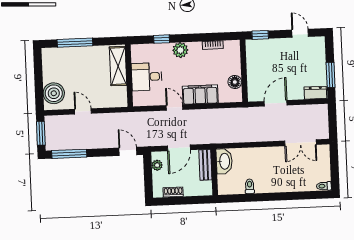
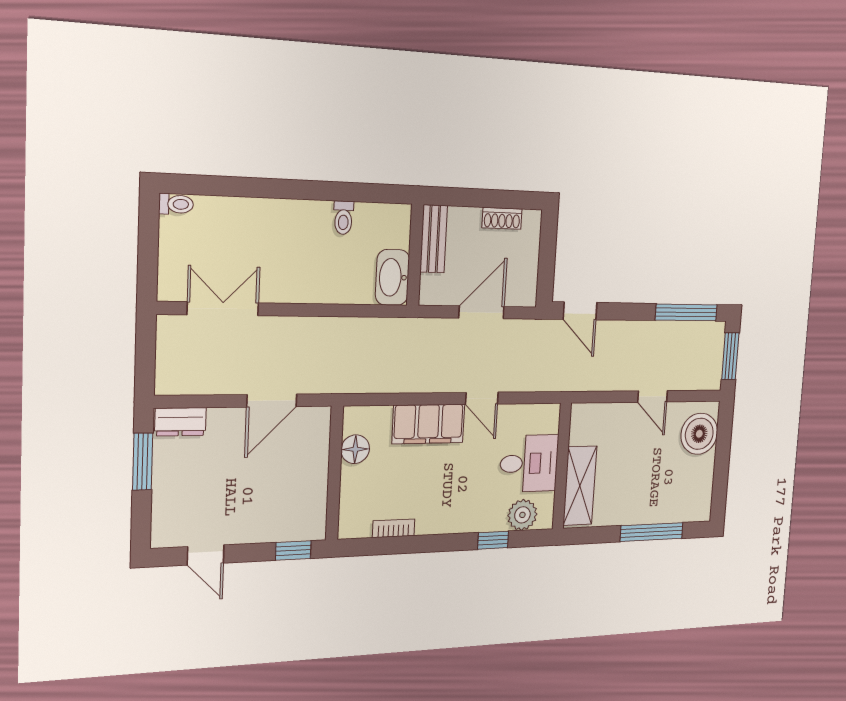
plant: (180, 50) -> (522, 515), moved
plant: (157, 165) -> (528, 278), removed
bench: (205, 165) -> (434, 239), moved

